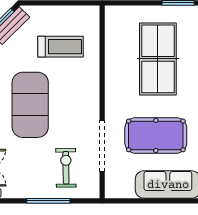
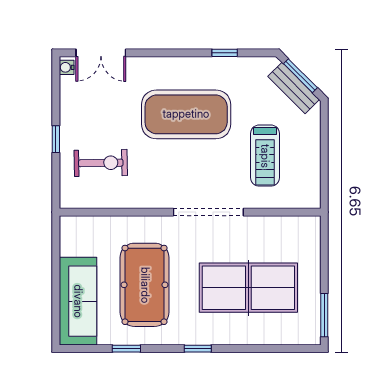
doorway: (102, 146) -> (208, 212), moved
window: (48, 201) -> (56, 139), width x0.46

